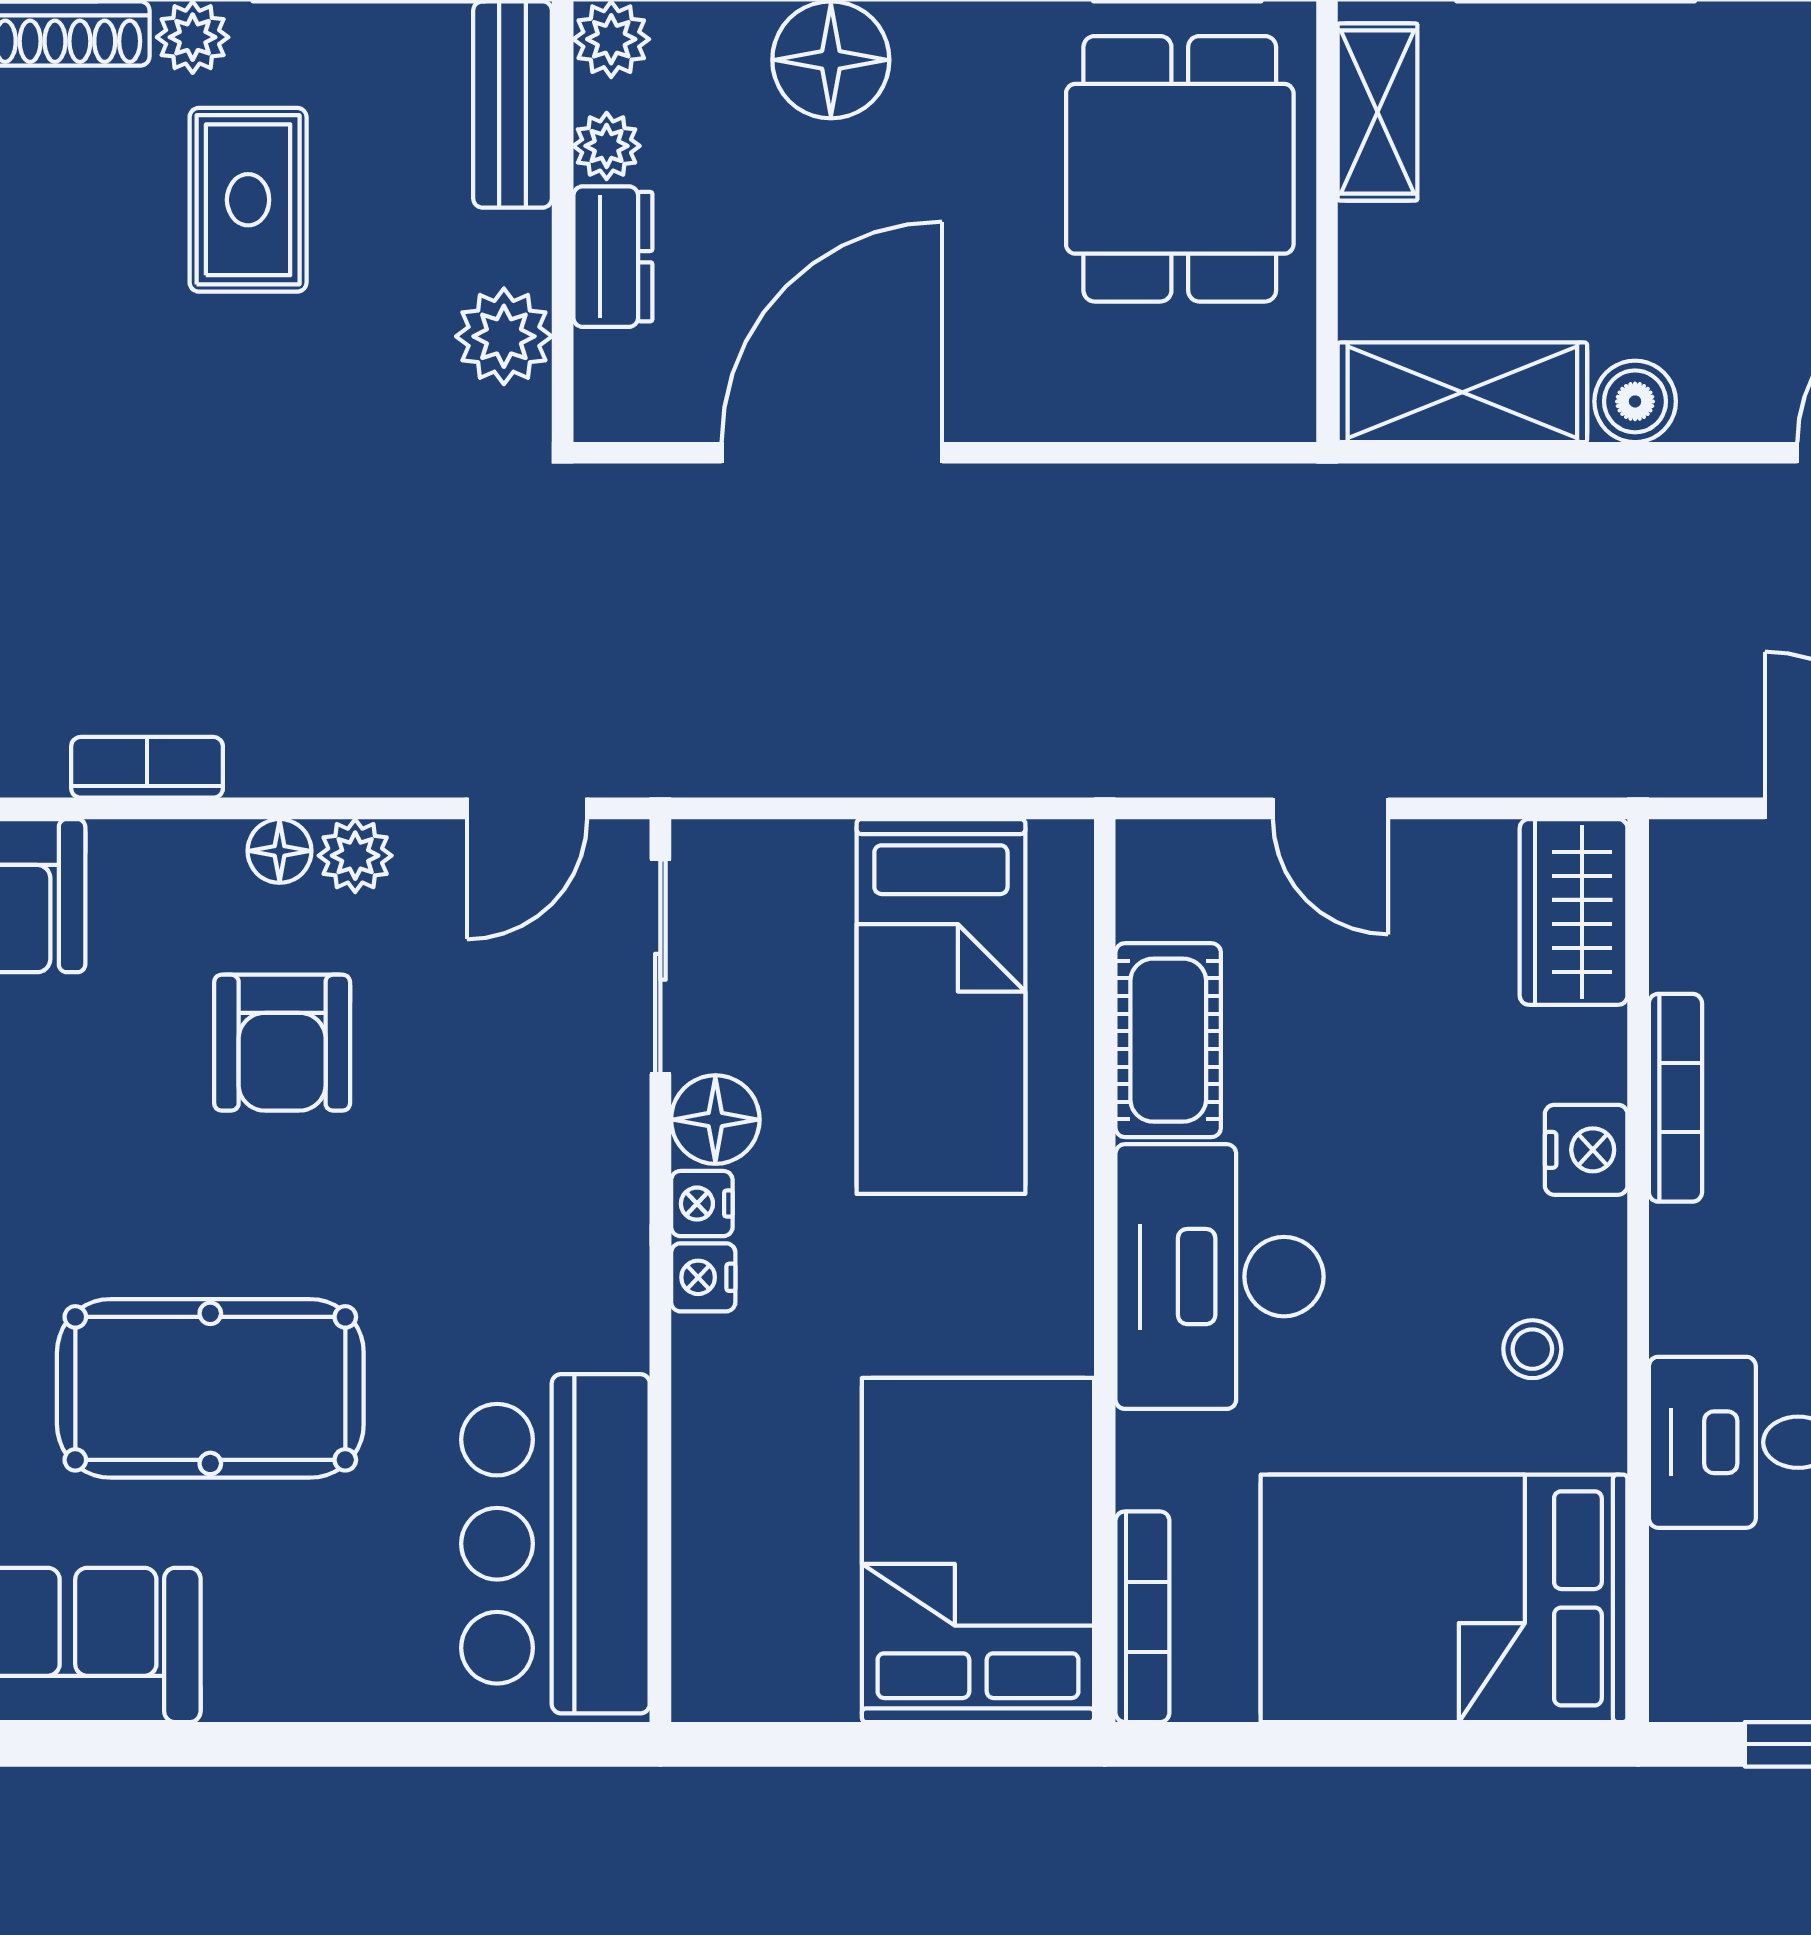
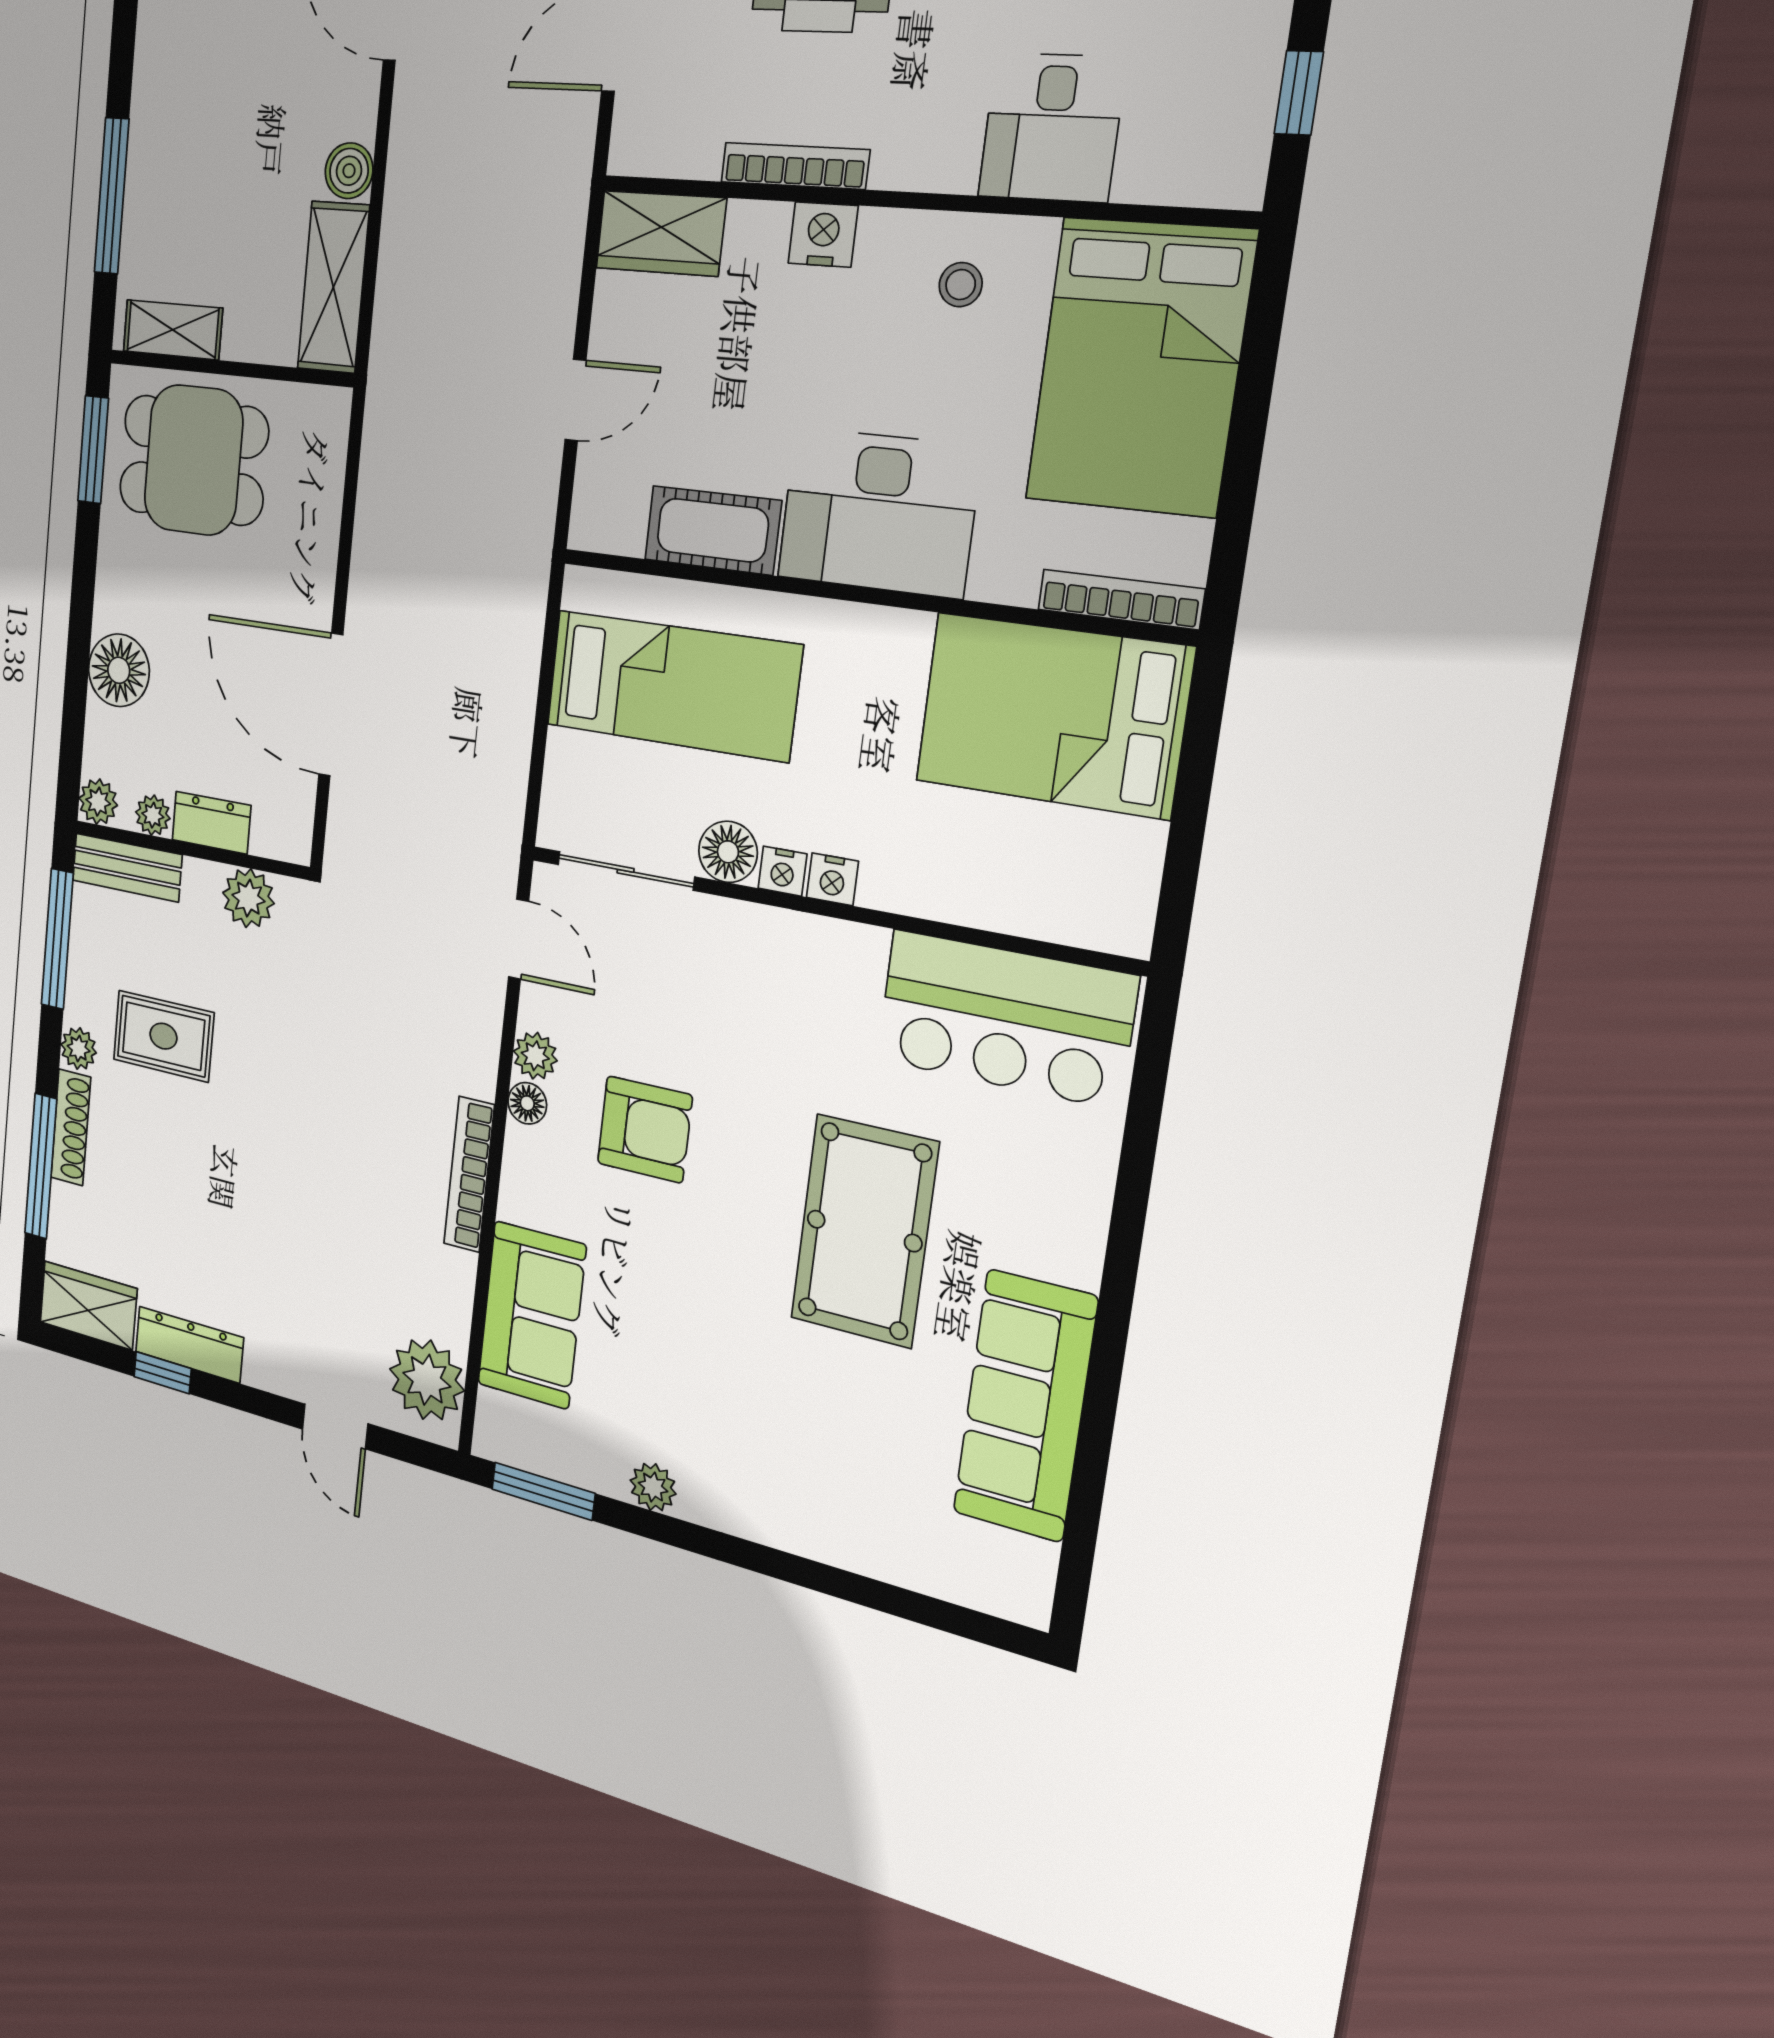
bookcase: (147, 767) -> (469, 1174), width x1.56

